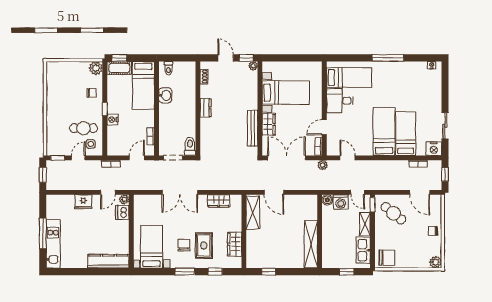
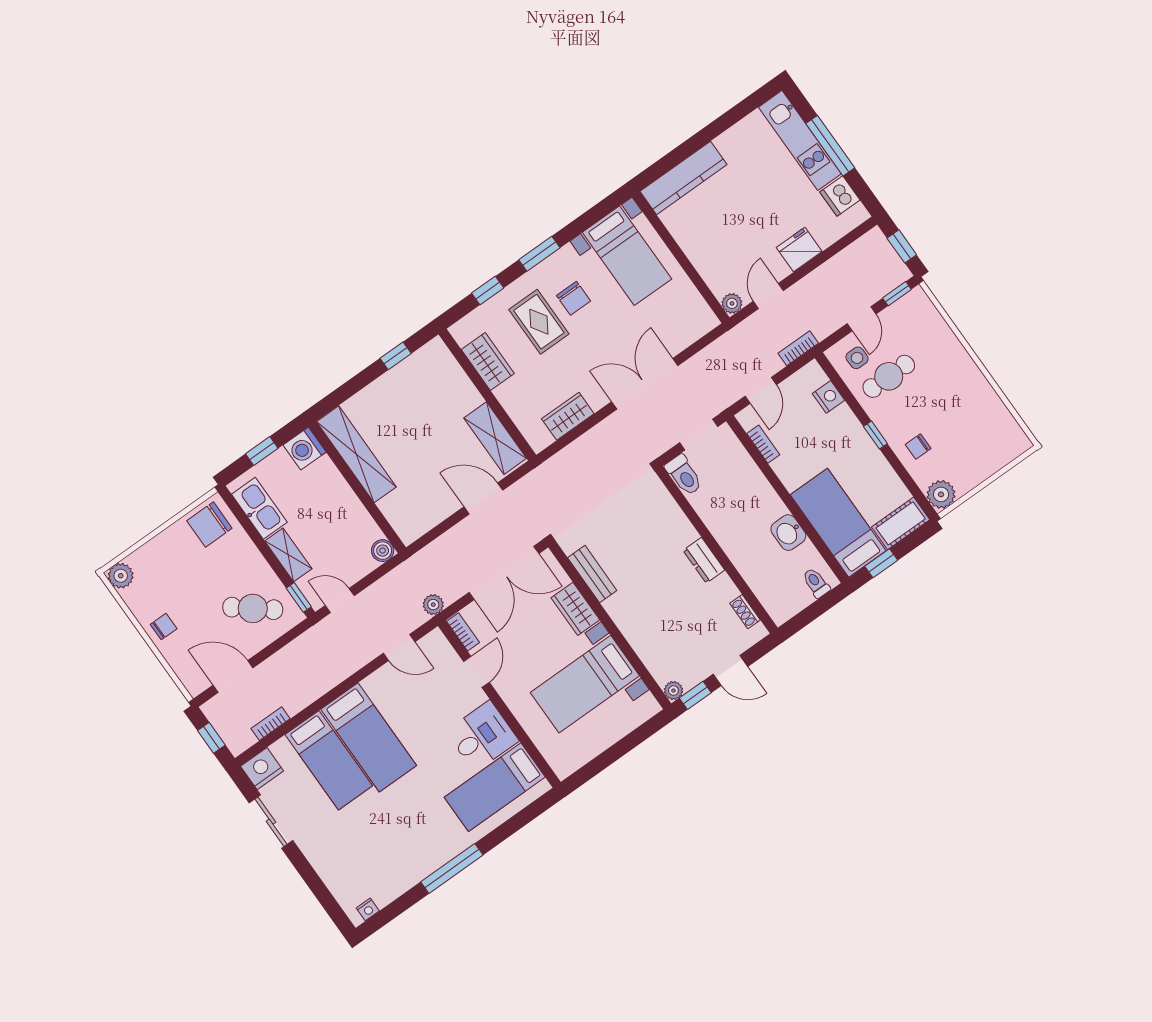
window: (119, 58) -> (881, 563), moved
nightstand: (112, 120) -> (829, 397), moved
bench: (253, 128) -> (592, 574), width x0.73
washing machine: (341, 202) -> (305, 449), moved, turned -90
dishwasher: (122, 212) -> (840, 196), moved, turned 180

